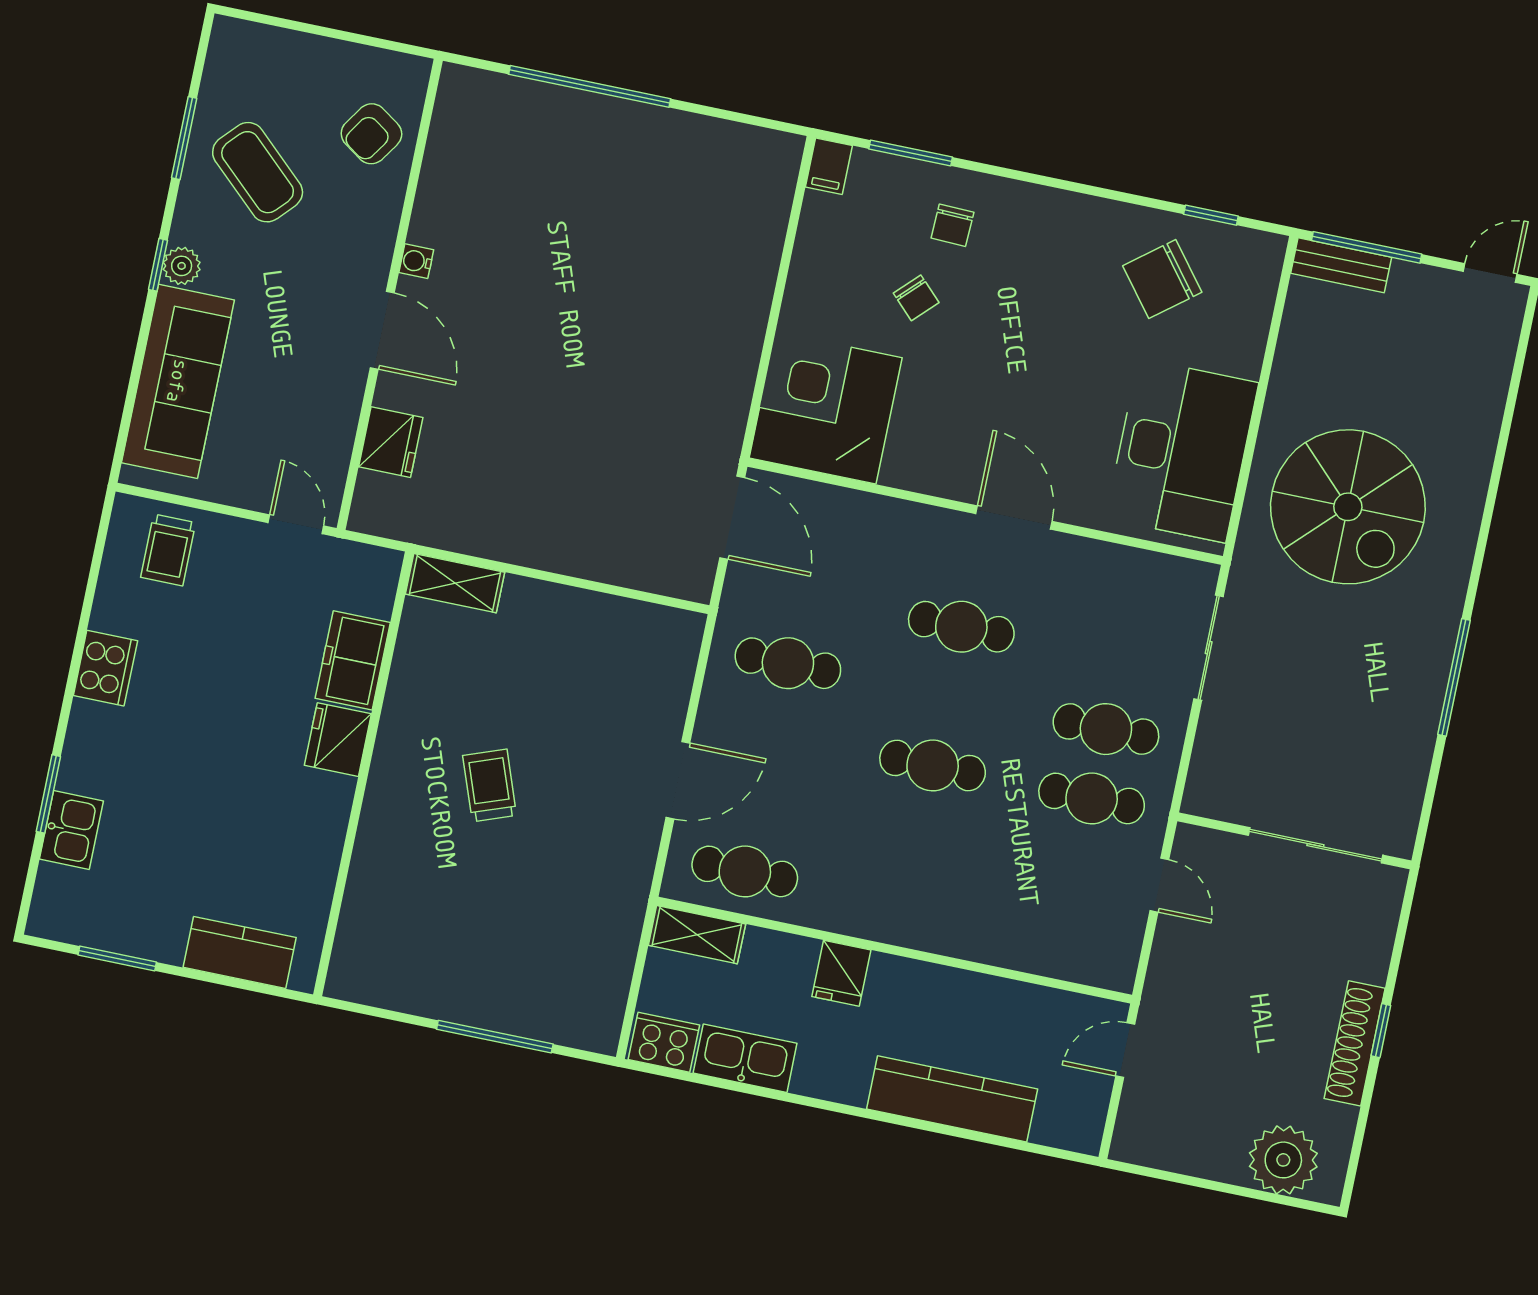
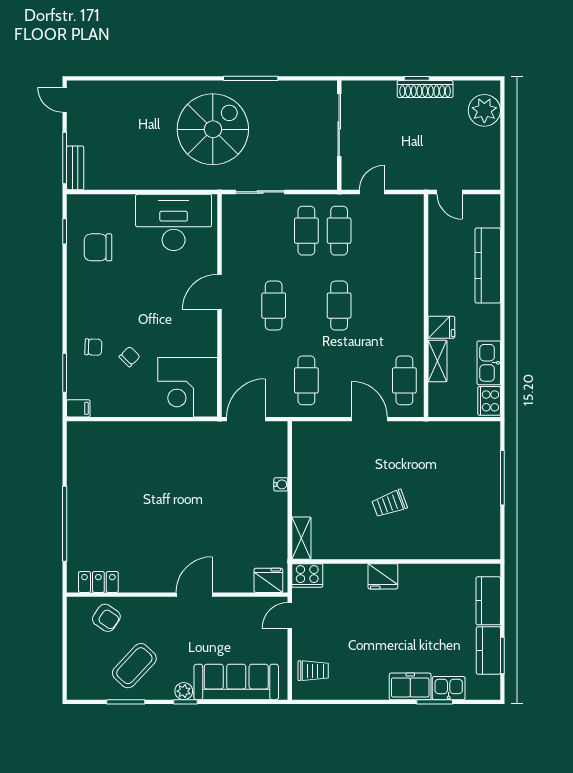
locker: (451, 133) -> (98, 582), added
water cooler: (416, 261) -> (281, 484), moved, turned -90
chair: (1162, 279) -> (98, 247), turned 128
fridge: (391, 442) -> (268, 580), moved
spiral stairs: (1348, 507) -> (213, 129), moved
freezer: (353, 660) -> (410, 686), moved, turned 180
cooker: (105, 668) -> (307, 576), moved, turned 180
kitchen counter: (134, 931) -> (488, 650), added
shelving: (697, 935) -> (437, 361), moved

